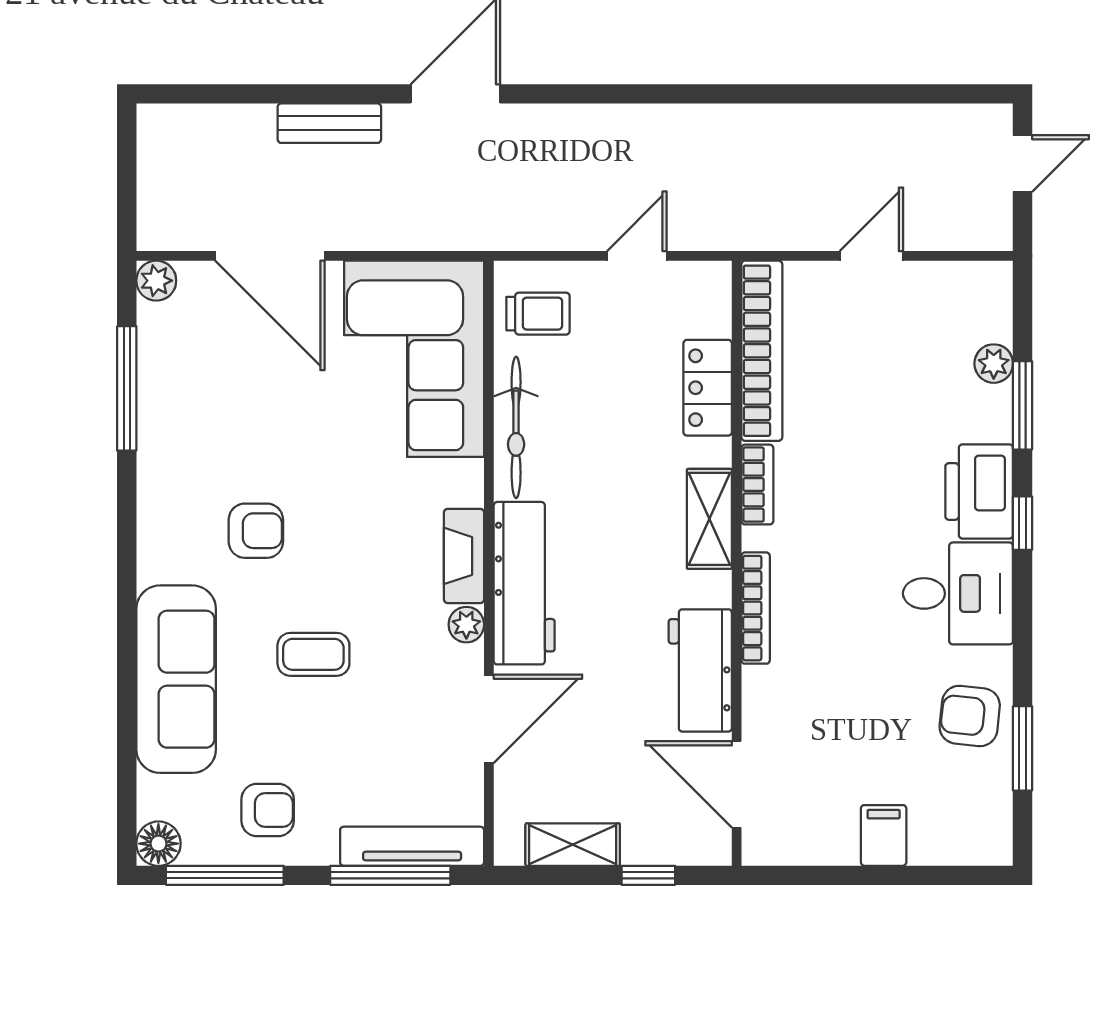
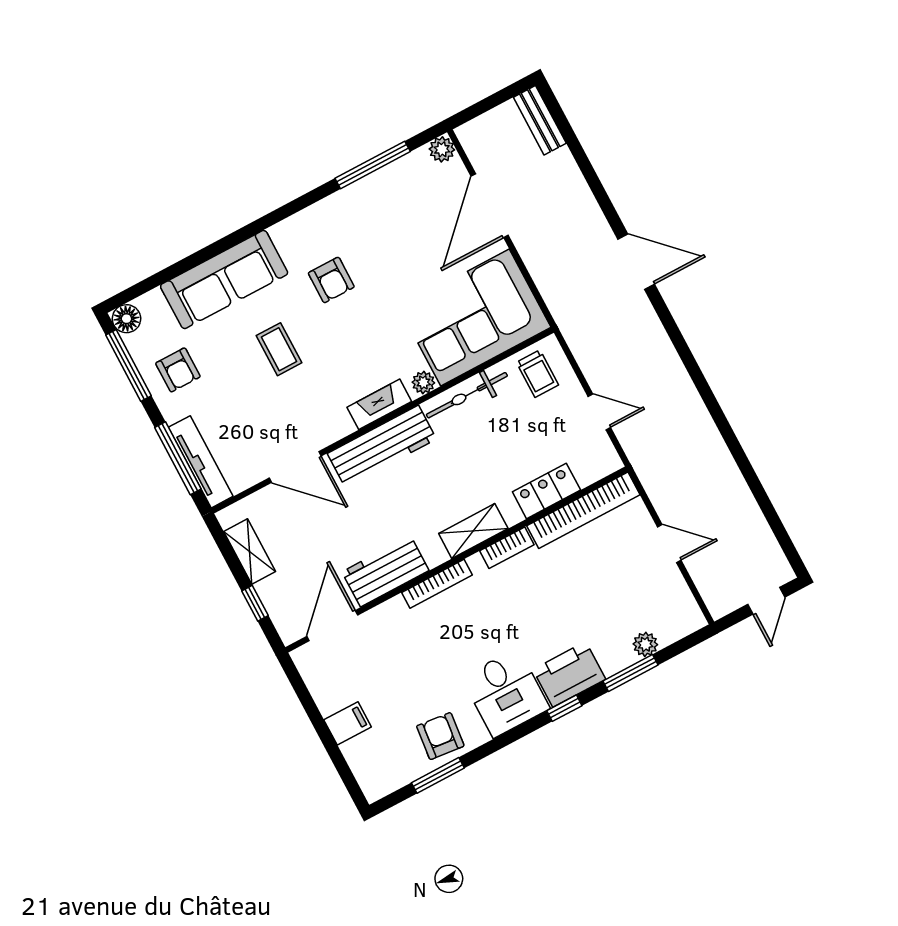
bench: (329, 123) -> (540, 120), moved
door: (1023, 163) -> (766, 601), hinge flipped
plant: (466, 625) -> (423, 383), moved

